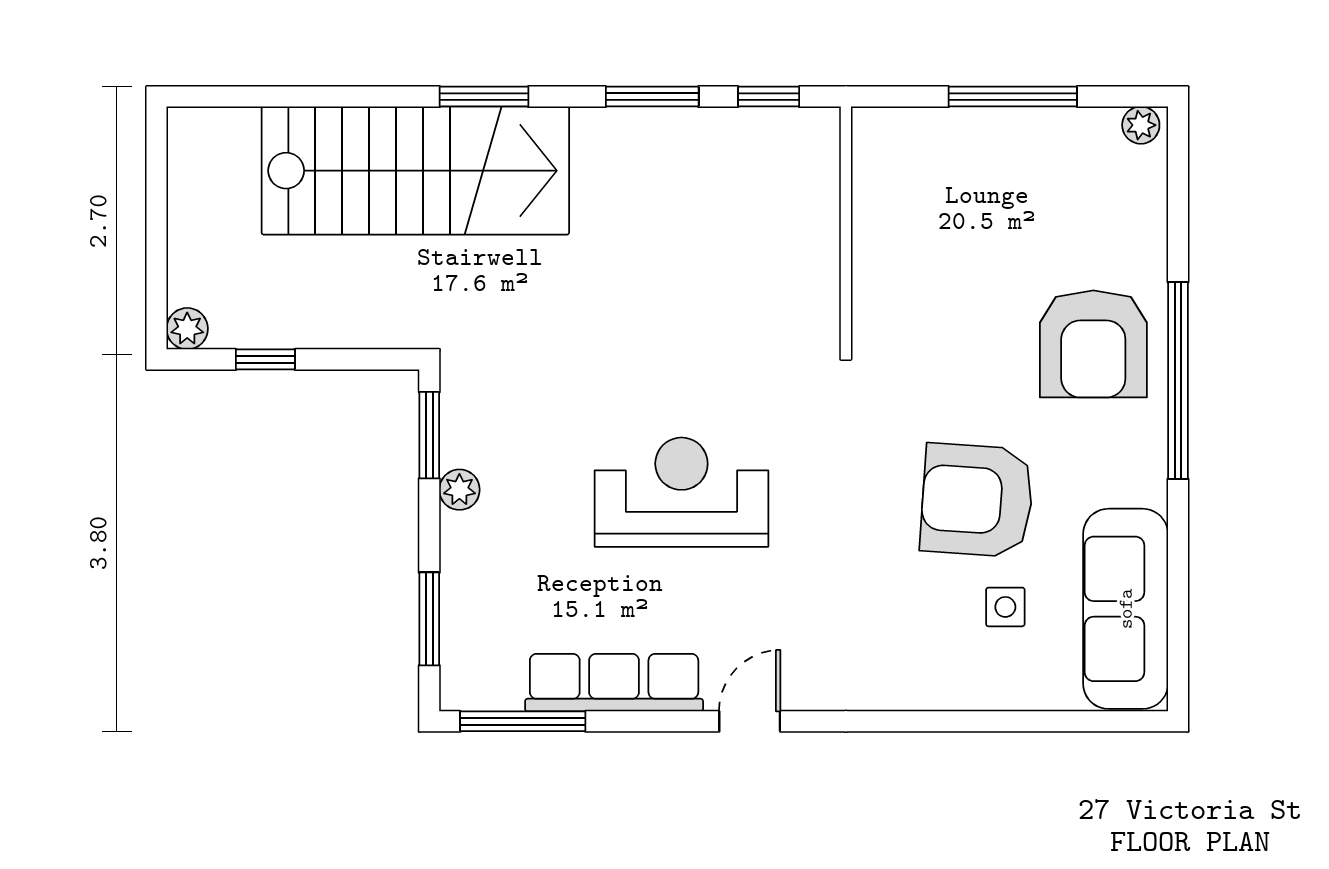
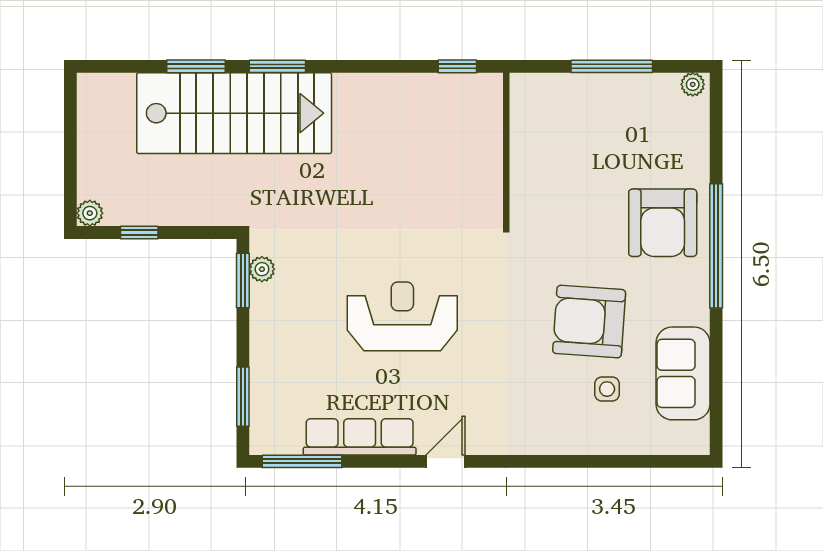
window: (652, 97) -> (196, 66), moved
plant: (459, 490) -> (262, 269), moved
sofa: (1126, 609) -> (683, 373), width x0.73

